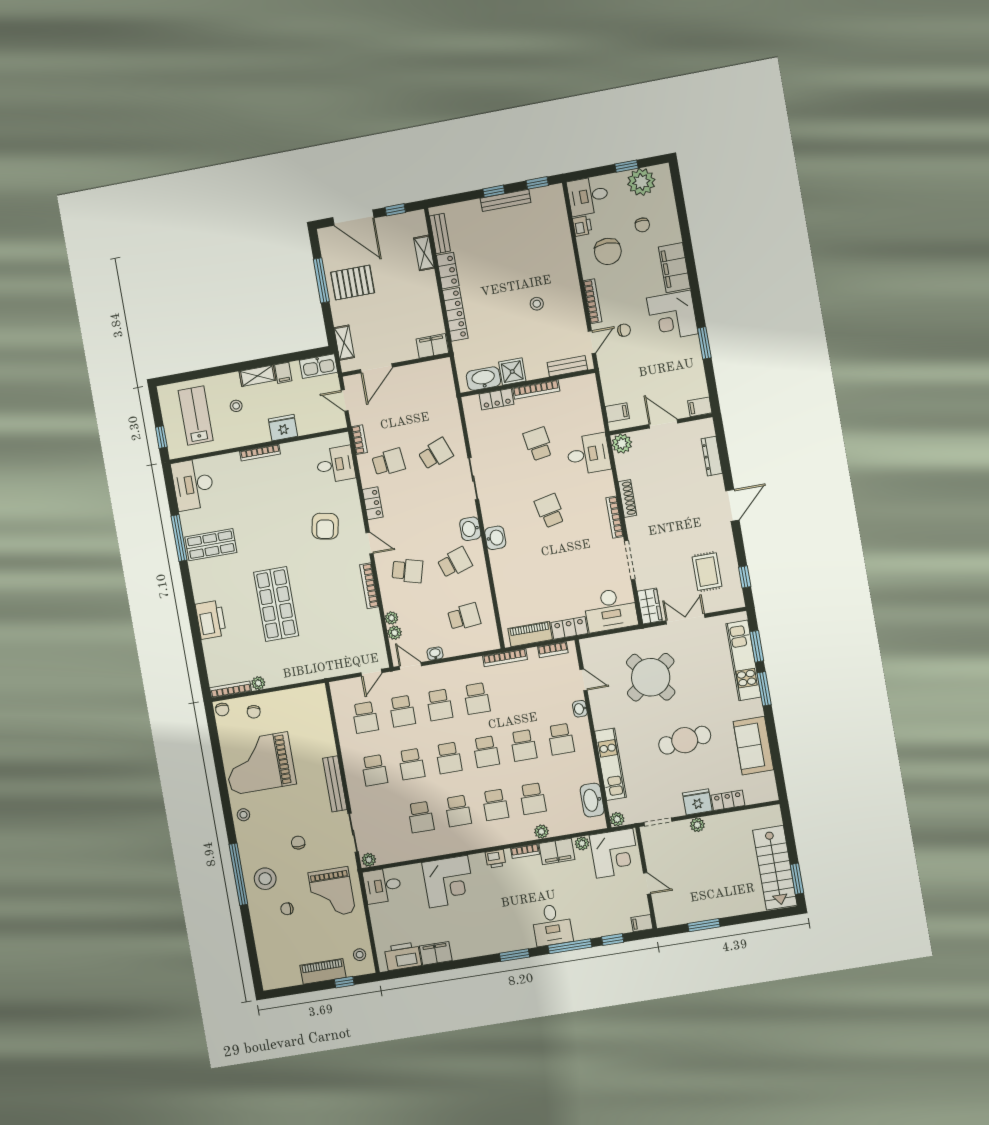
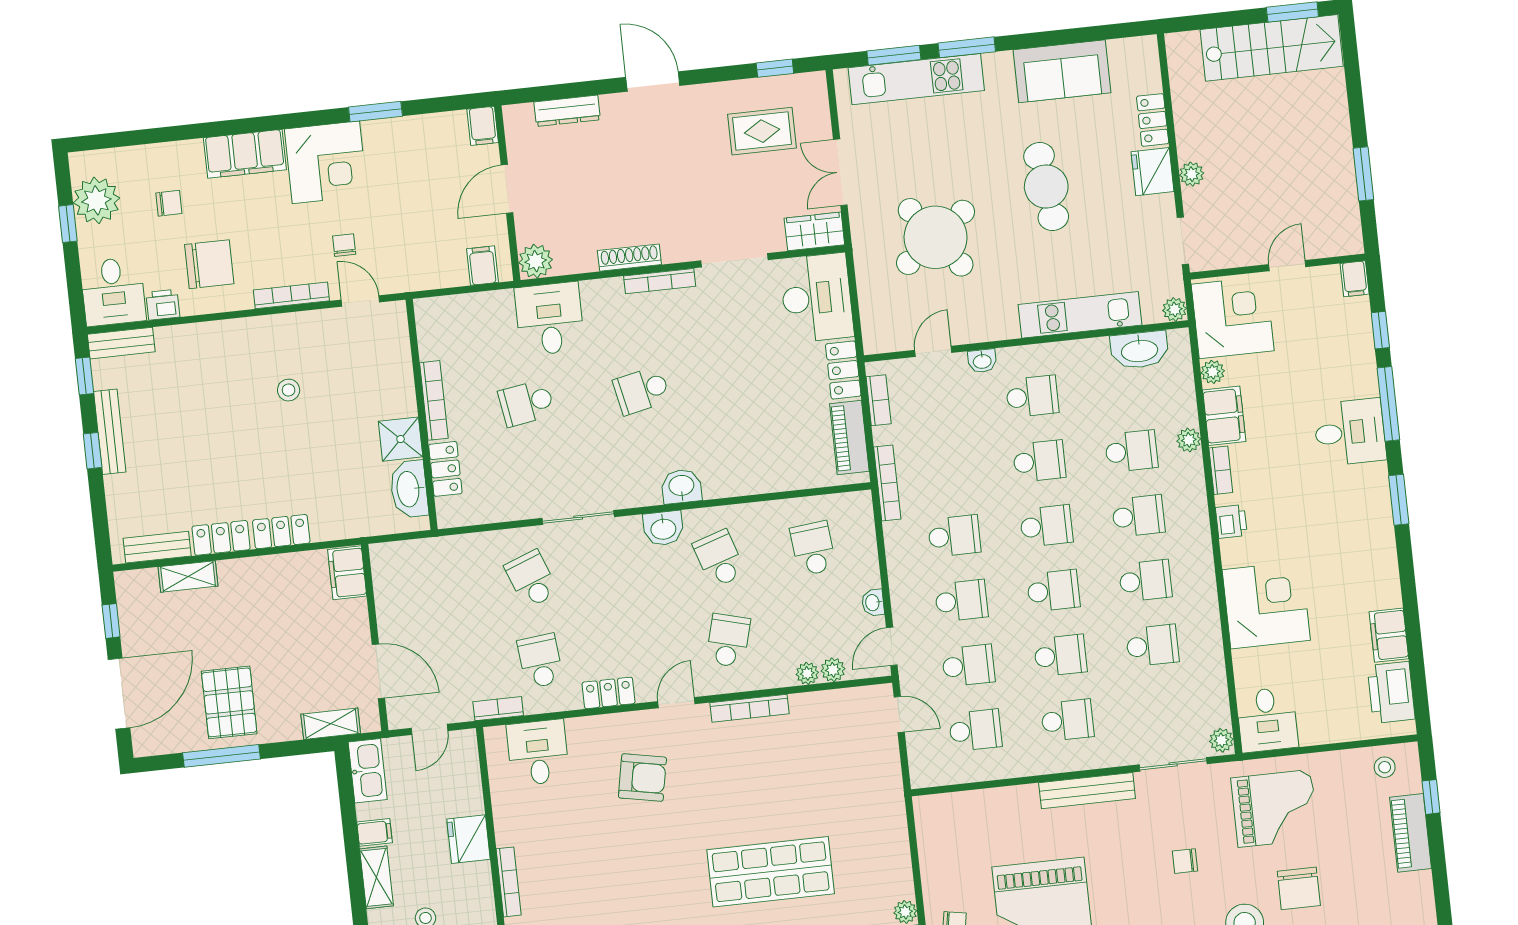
locker: (455, 314) -> (281, 532), width x0.66
bench: (567, 366) -> (121, 343), moved, turned 90
chair: (287, 909) -> (1299, 888), width x1.87, depth x1.87

